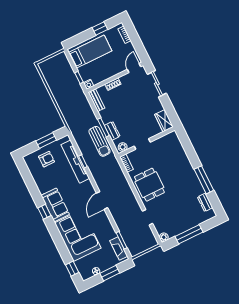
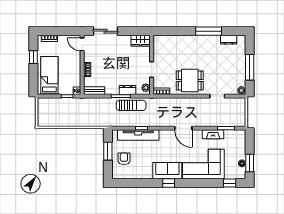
fireplace: (119, 249) -> (213, 134), moved
window: (110, 273) -> (250, 163), moved

